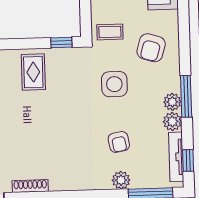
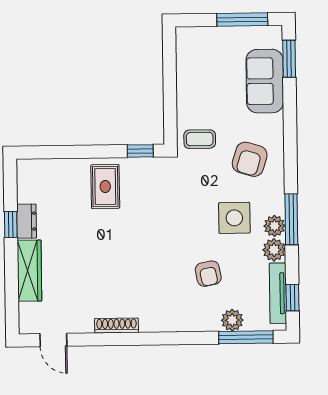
side table: (114, 84) -> (234, 218), moved
plant: (121, 180) -> (232, 320), moved
shoe rack: (30, 186) -> (117, 325), moved

